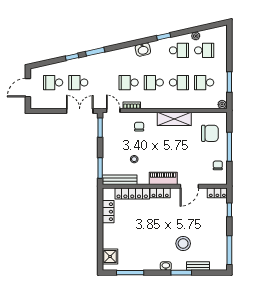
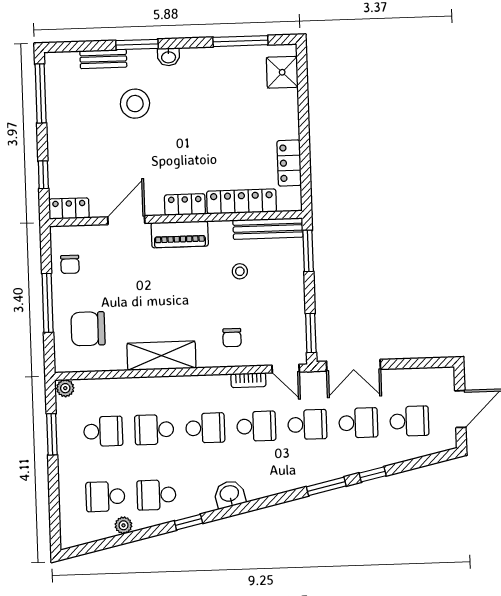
school desk: (103, 83) -> (307, 425), added

